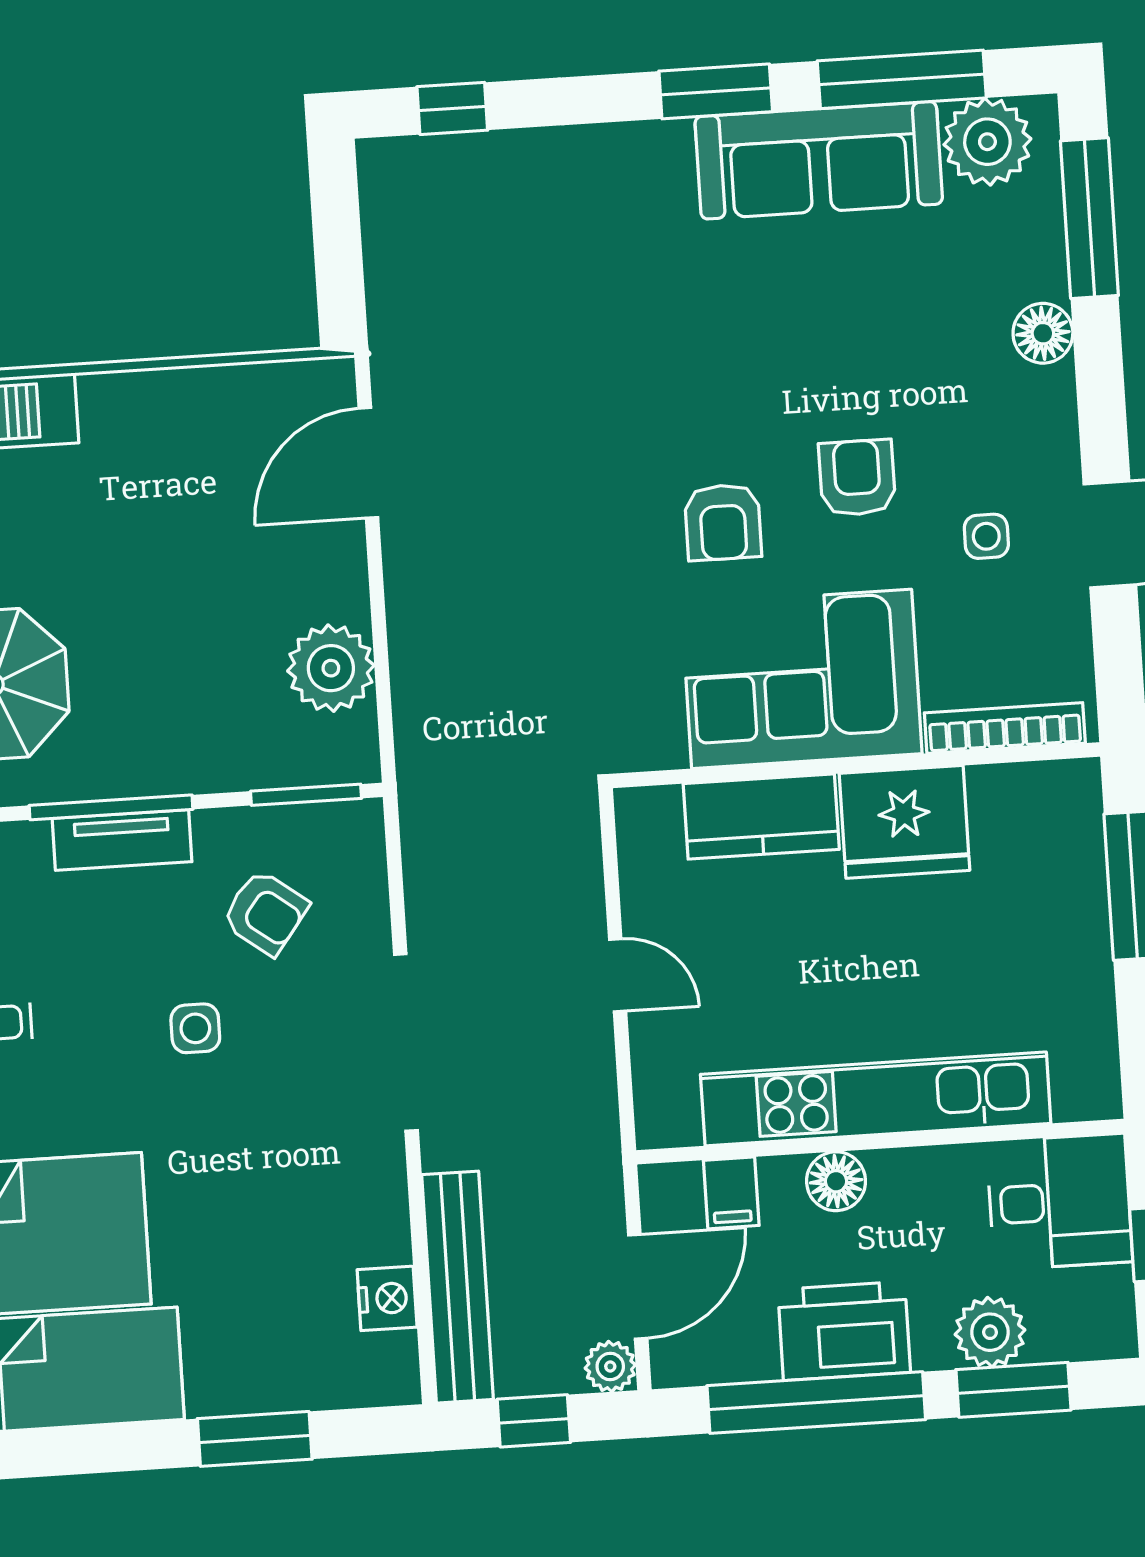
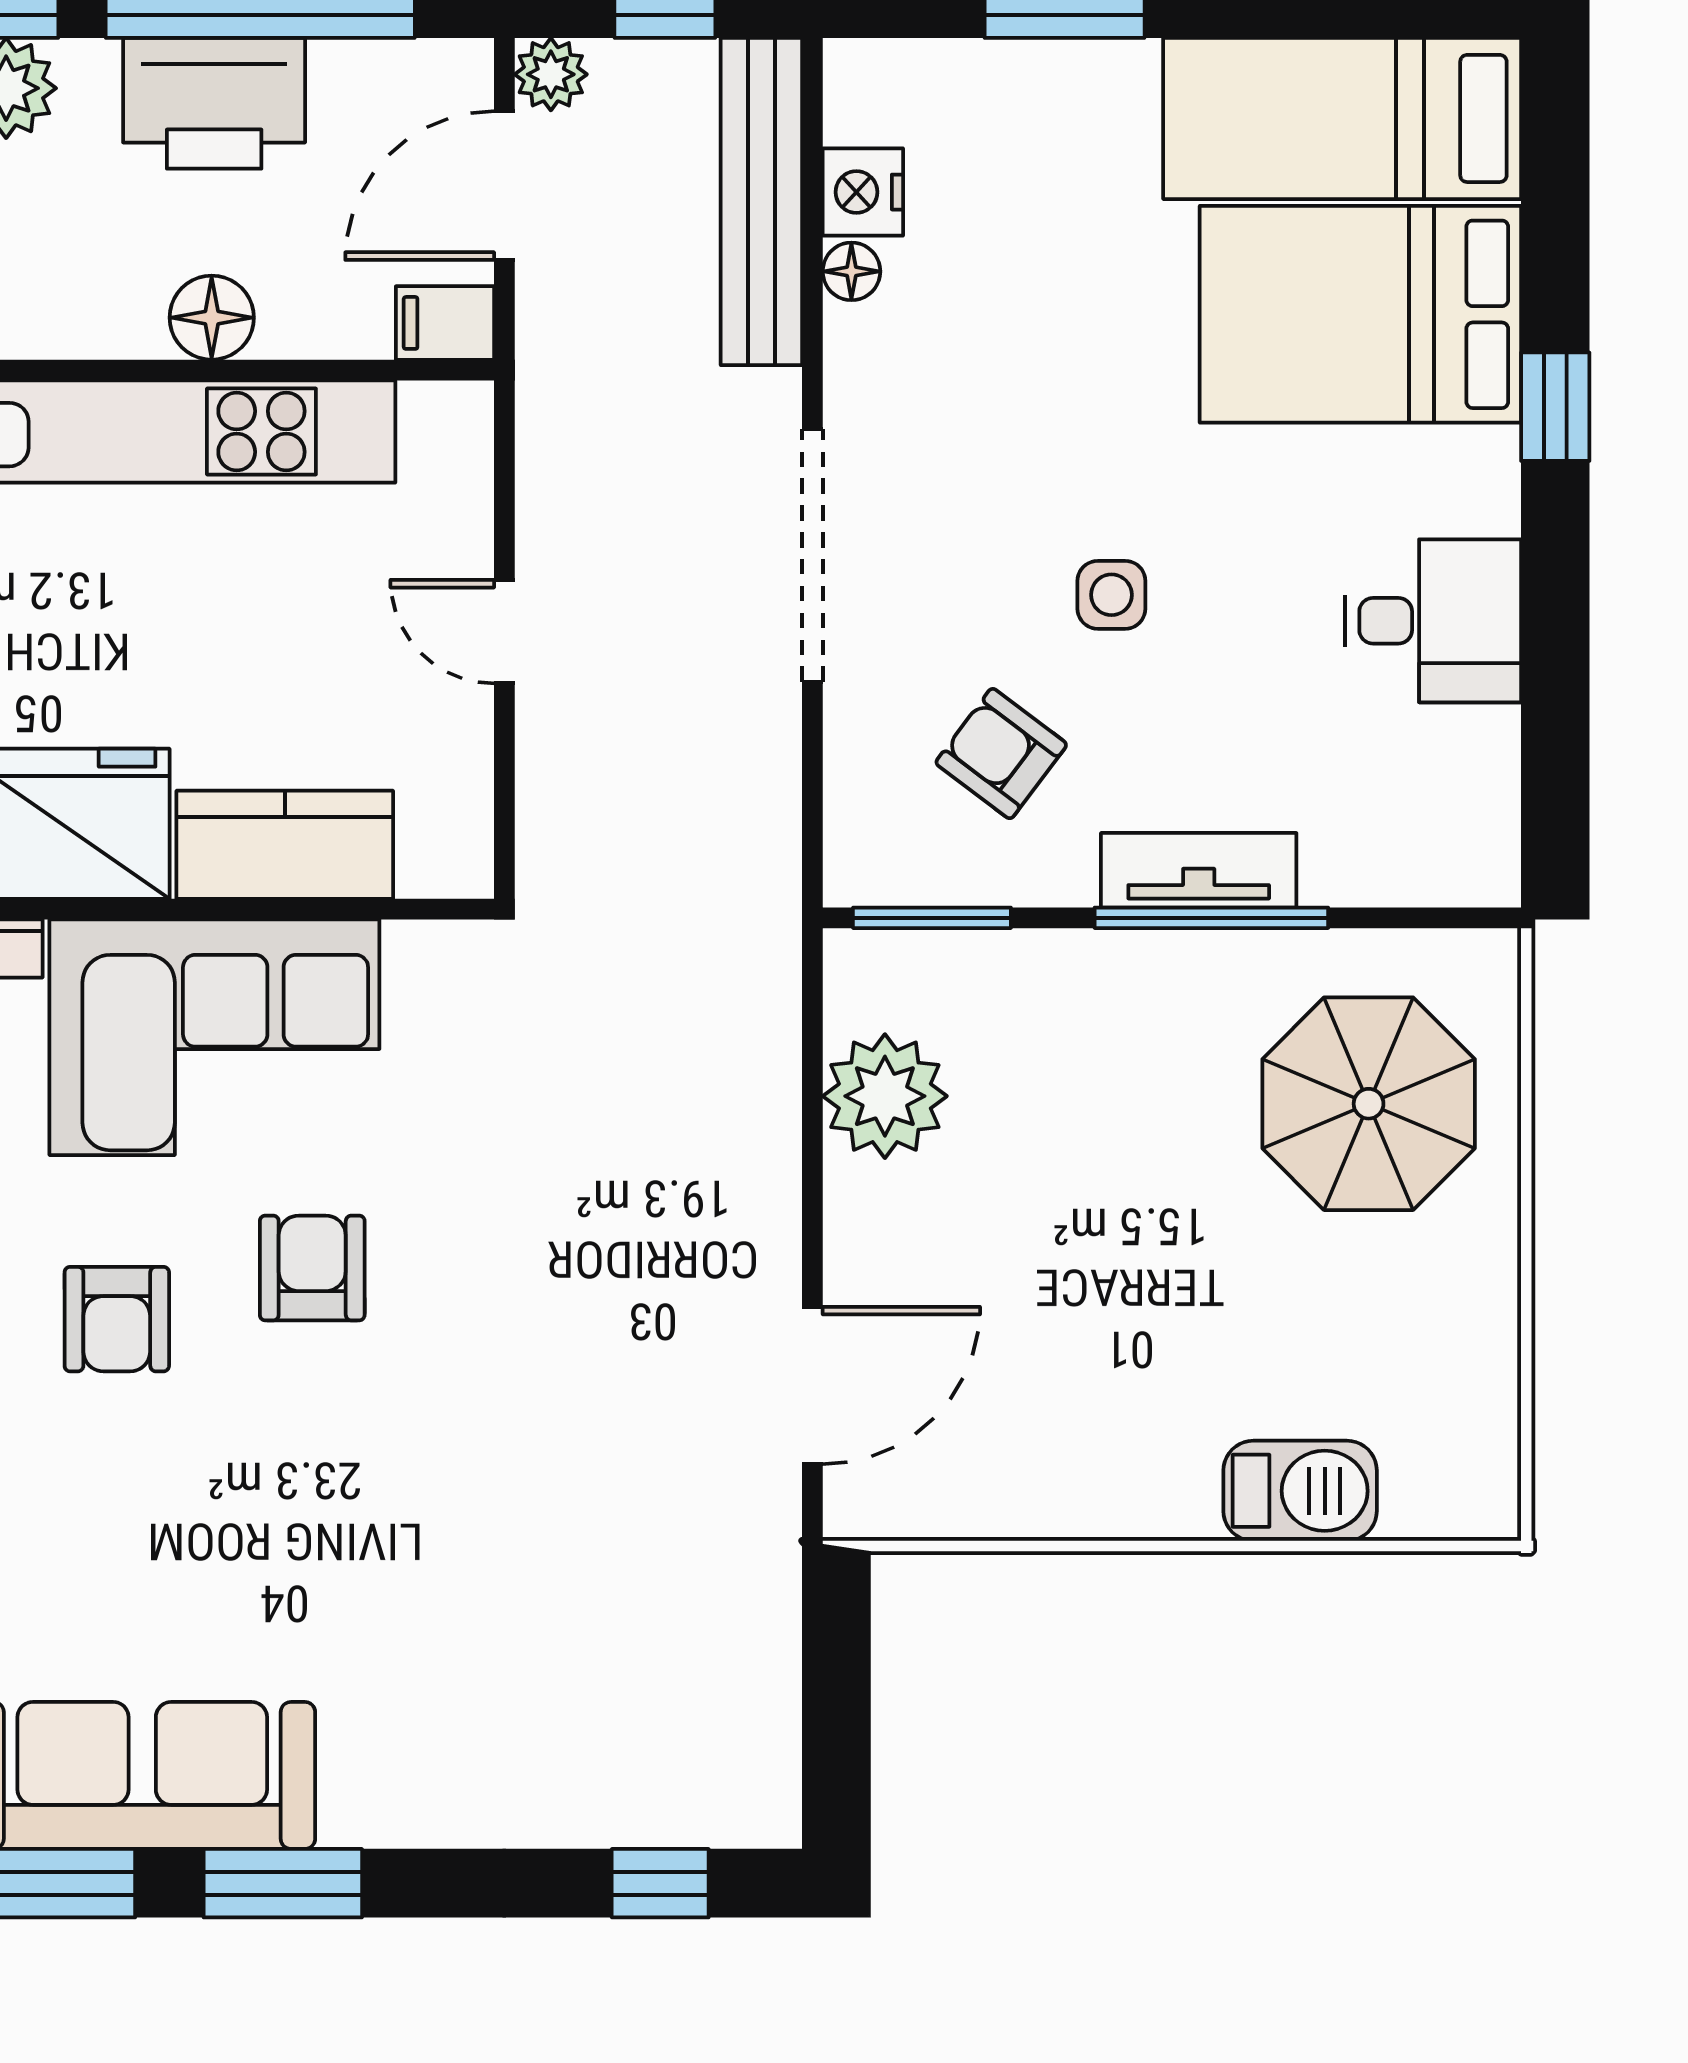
filing cabinet: (731, 1193) -> (445, 323), moved, turned -90
floor lamp: (391, 1242) -> (851, 271), added

